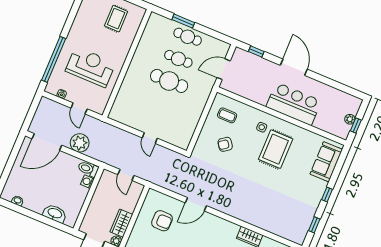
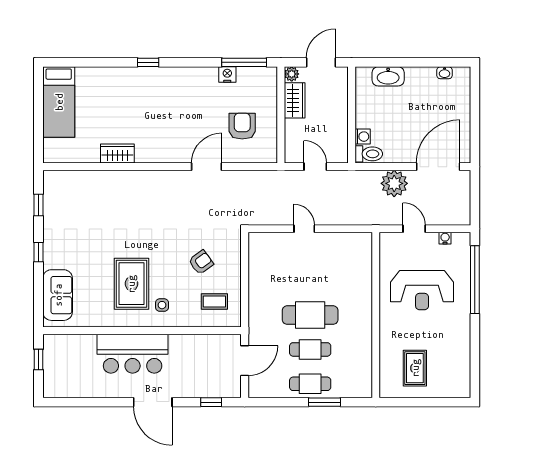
plant: (350, 119) -> (50, 364), removed
armchair: (162, 221) -> (242, 126), turned 90

